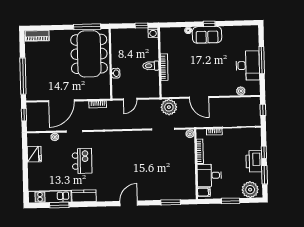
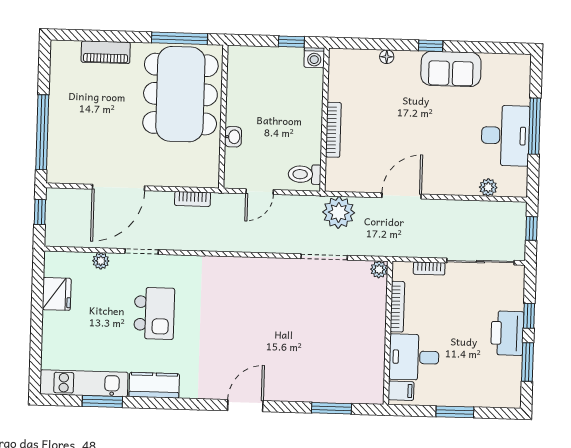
sofa: (207, 35) -> (451, 69), moved
piano: (37, 36) -> (106, 52), moved
toilet: (151, 66) -> (305, 174), moved
door: (199, 97) -> (402, 196), swing flipped
plant: (250, 190) -> (496, 391), removed

